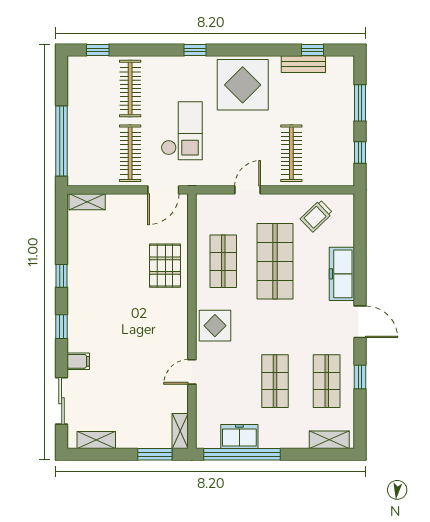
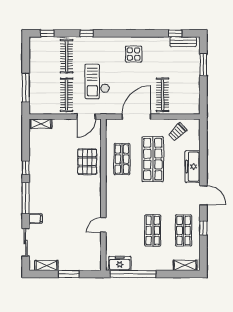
window: (195, 50) -> (87, 33), moved
bench: (303, 64) -> (183, 42), moved
display table: (243, 85) -> (134, 54), width x0.54, depth x0.54
checkout: (182, 131) -> (97, 81), turned 180
window: (62, 141) -> (26, 88), width x0.68
window: (360, 153) -> (203, 94), removed
door: (248, 190) -> (136, 117), width x1.87
display table: (215, 326) -> (117, 197), removed
window: (62, 327) -> (26, 198), width x2.17
shelving: (180, 431) -> (96, 260), removed
freezer: (239, 437) -> (120, 263), moved
window: (155, 454) -> (69, 274), moved

